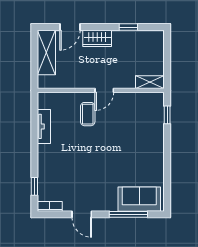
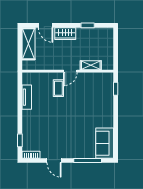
door: (70, 27) -> (46, 25), hinge flipped
shelving: (150, 82) -> (91, 65), moved
sofa: (139, 199) -> (105, 143), moved, turned -90

